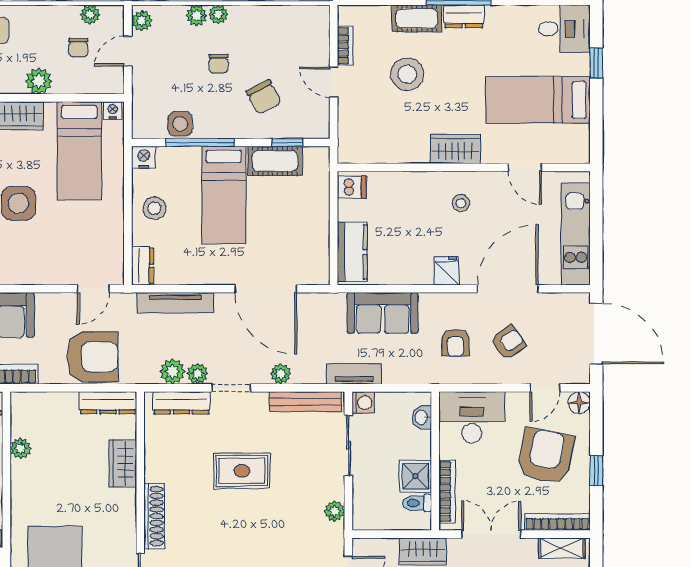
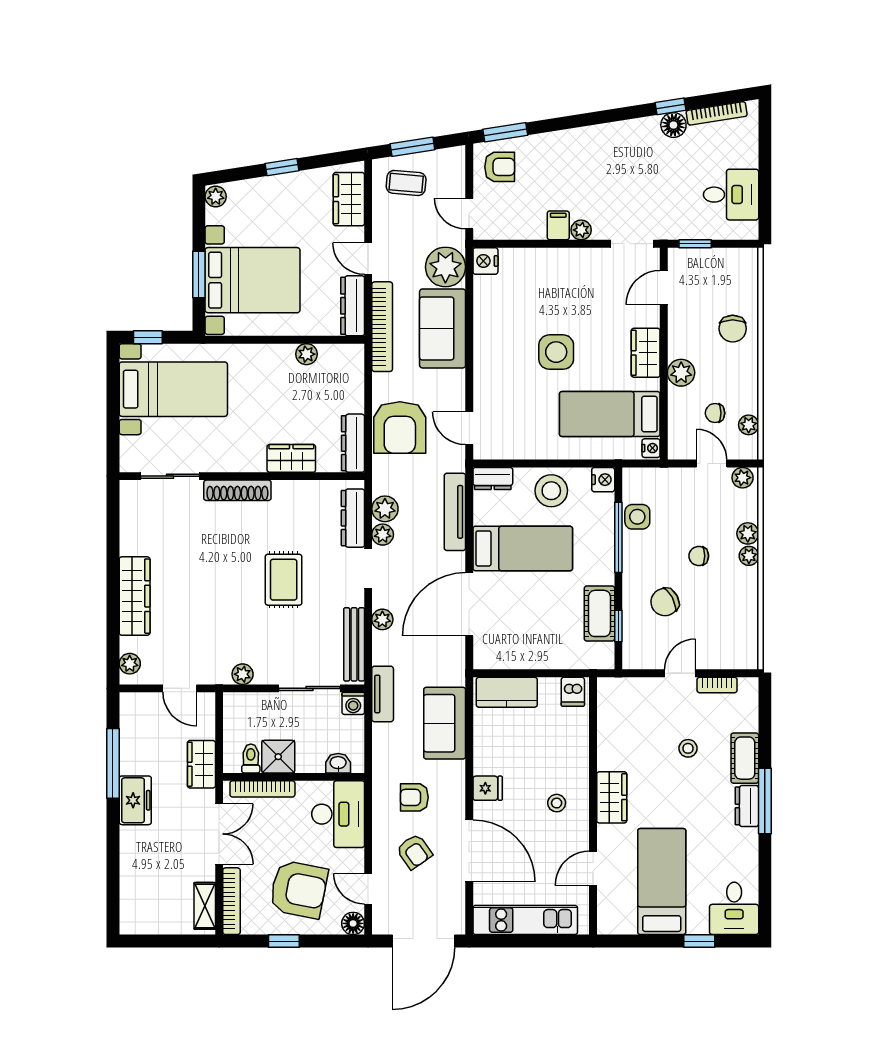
stool: (407, 74) -> (688, 748), width x0.53, depth x0.53
bed: (224, 195) -> (523, 548), moved, turned 180
stool: (155, 208) -> (551, 491), width x1.38, depth x1.38

